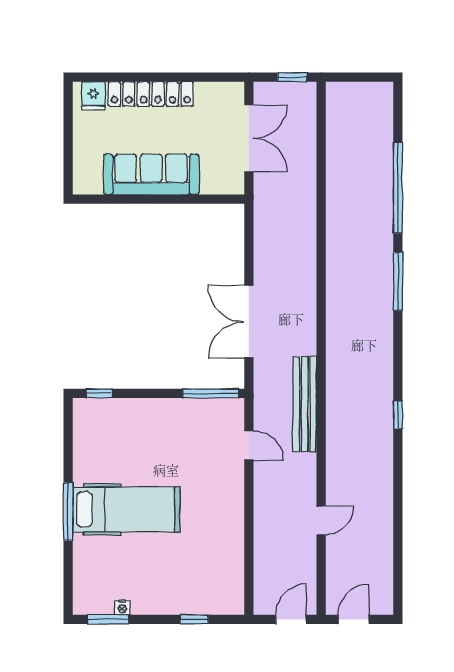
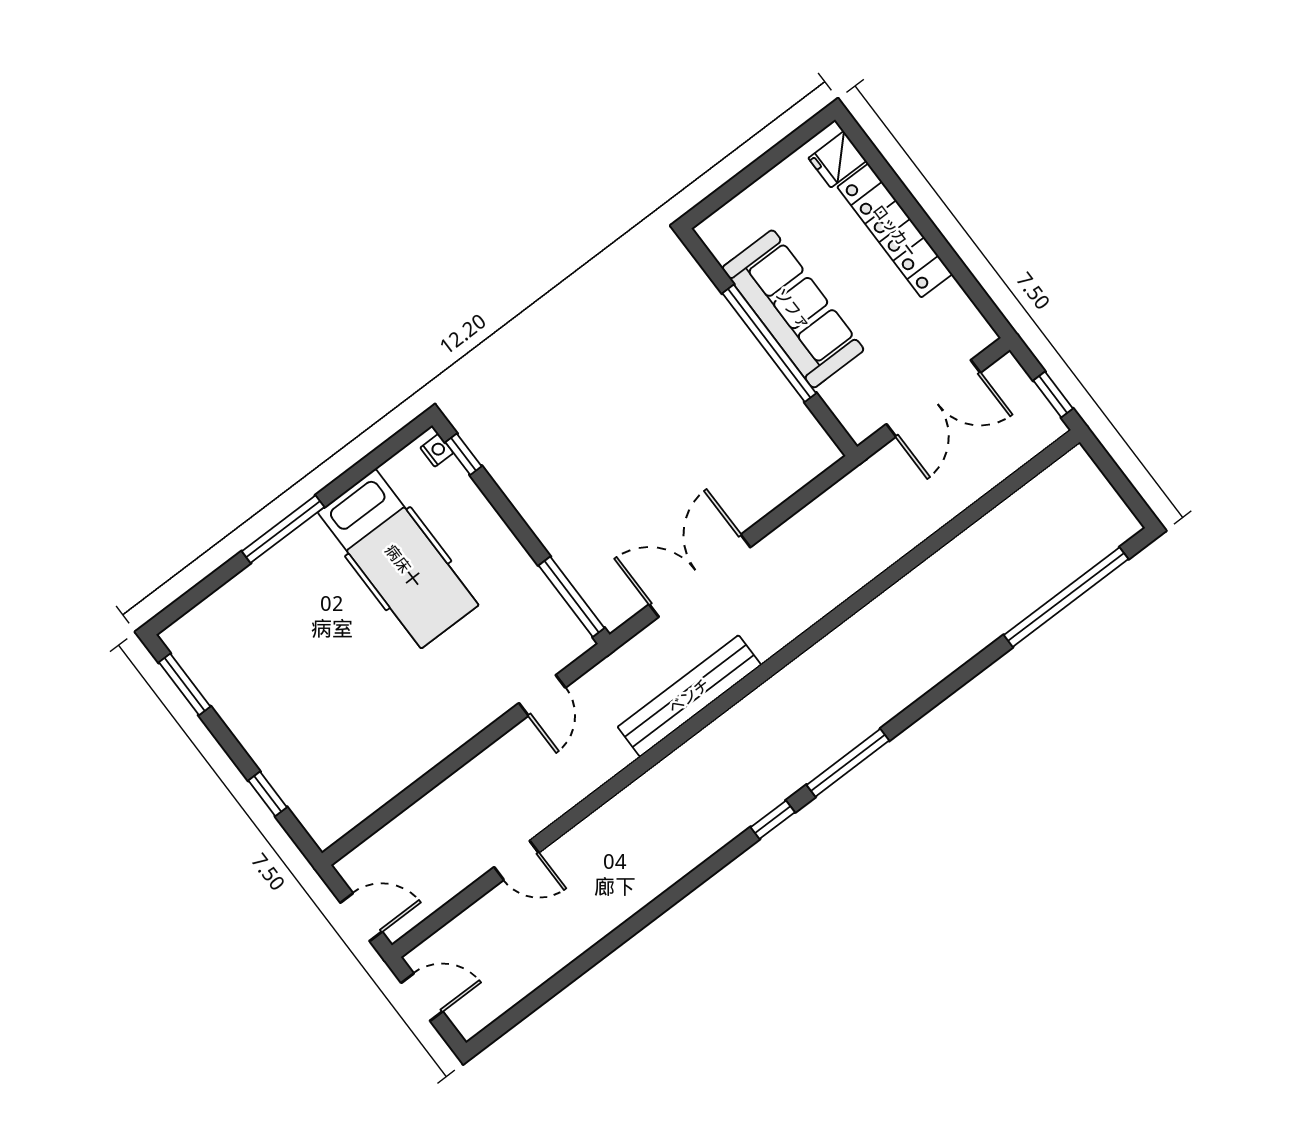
window: (398, 188) -> (1066, 597), moved
window: (159, 199) -> (769, 343), added
window: (398, 281) -> (848, 763), moved
bench: (305, 404) -> (689, 696), moved
window: (398, 415) -> (773, 820), moved
hospital bed: (126, 509) -> (398, 559), moved
nightstand: (122, 608) -> (437, 450), moved, turned 180

